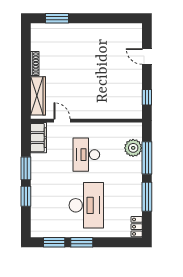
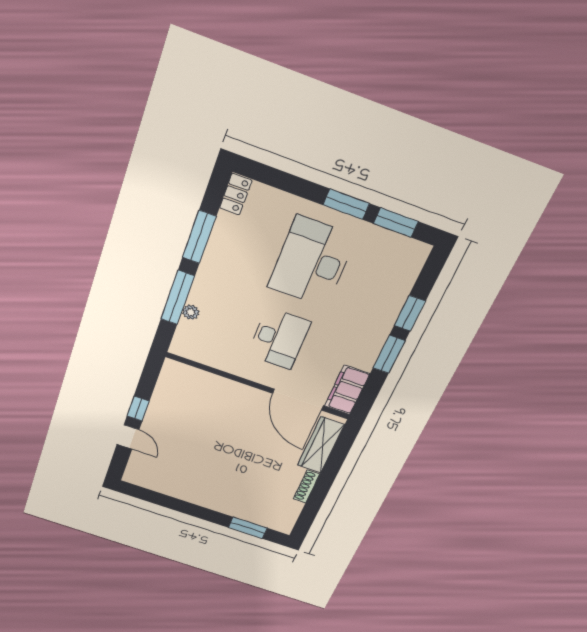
window: (147, 97) -> (138, 409), moved
door: (62, 121) -> (298, 400), width x1.87
plant: (133, 148) -> (191, 312), width x0.53, depth x0.53

